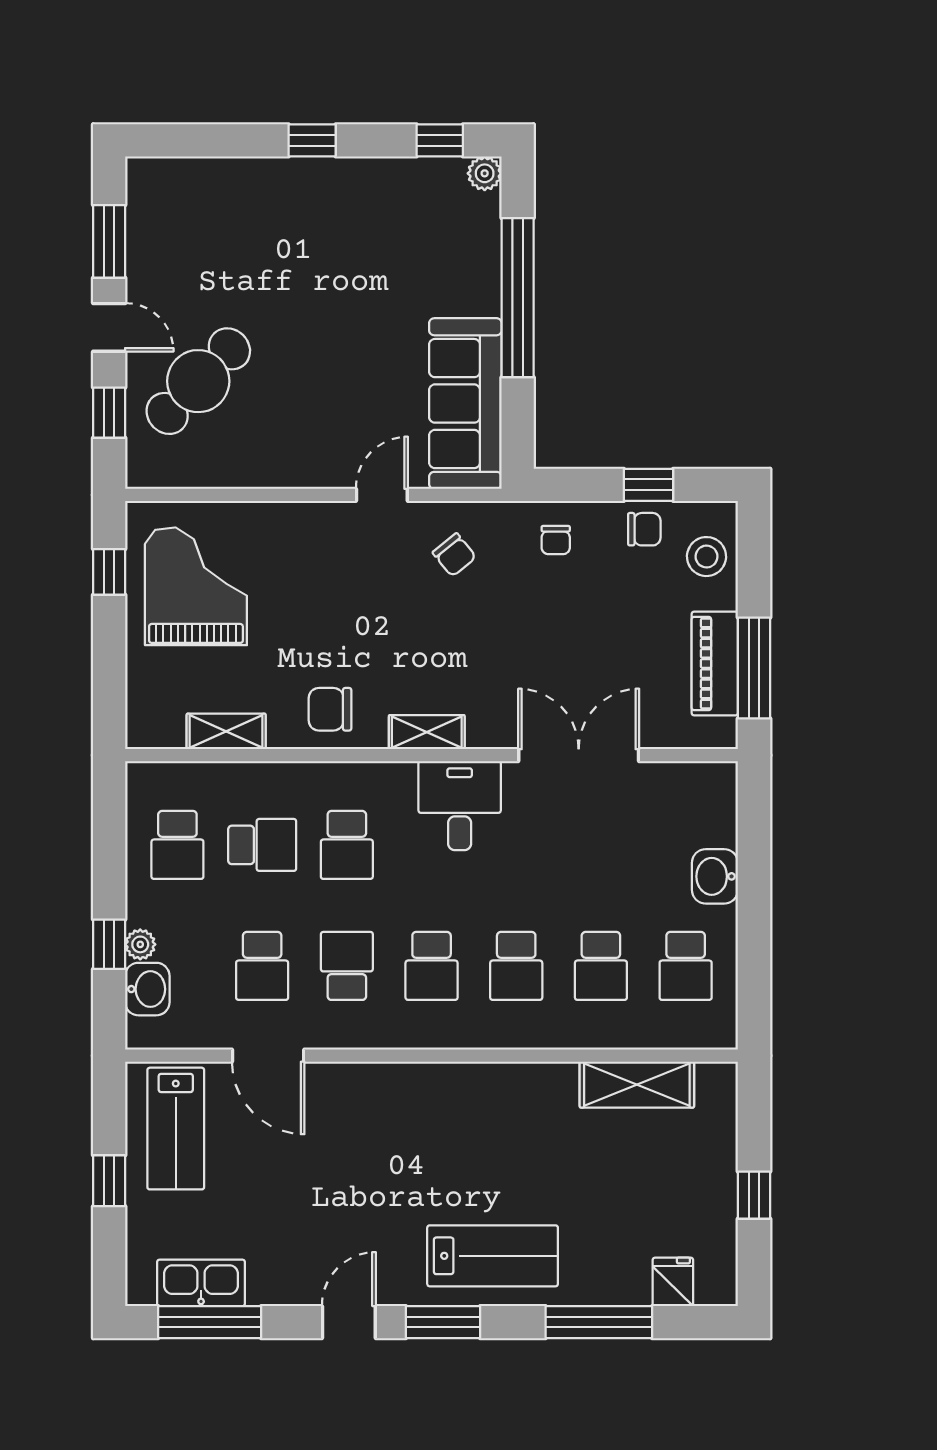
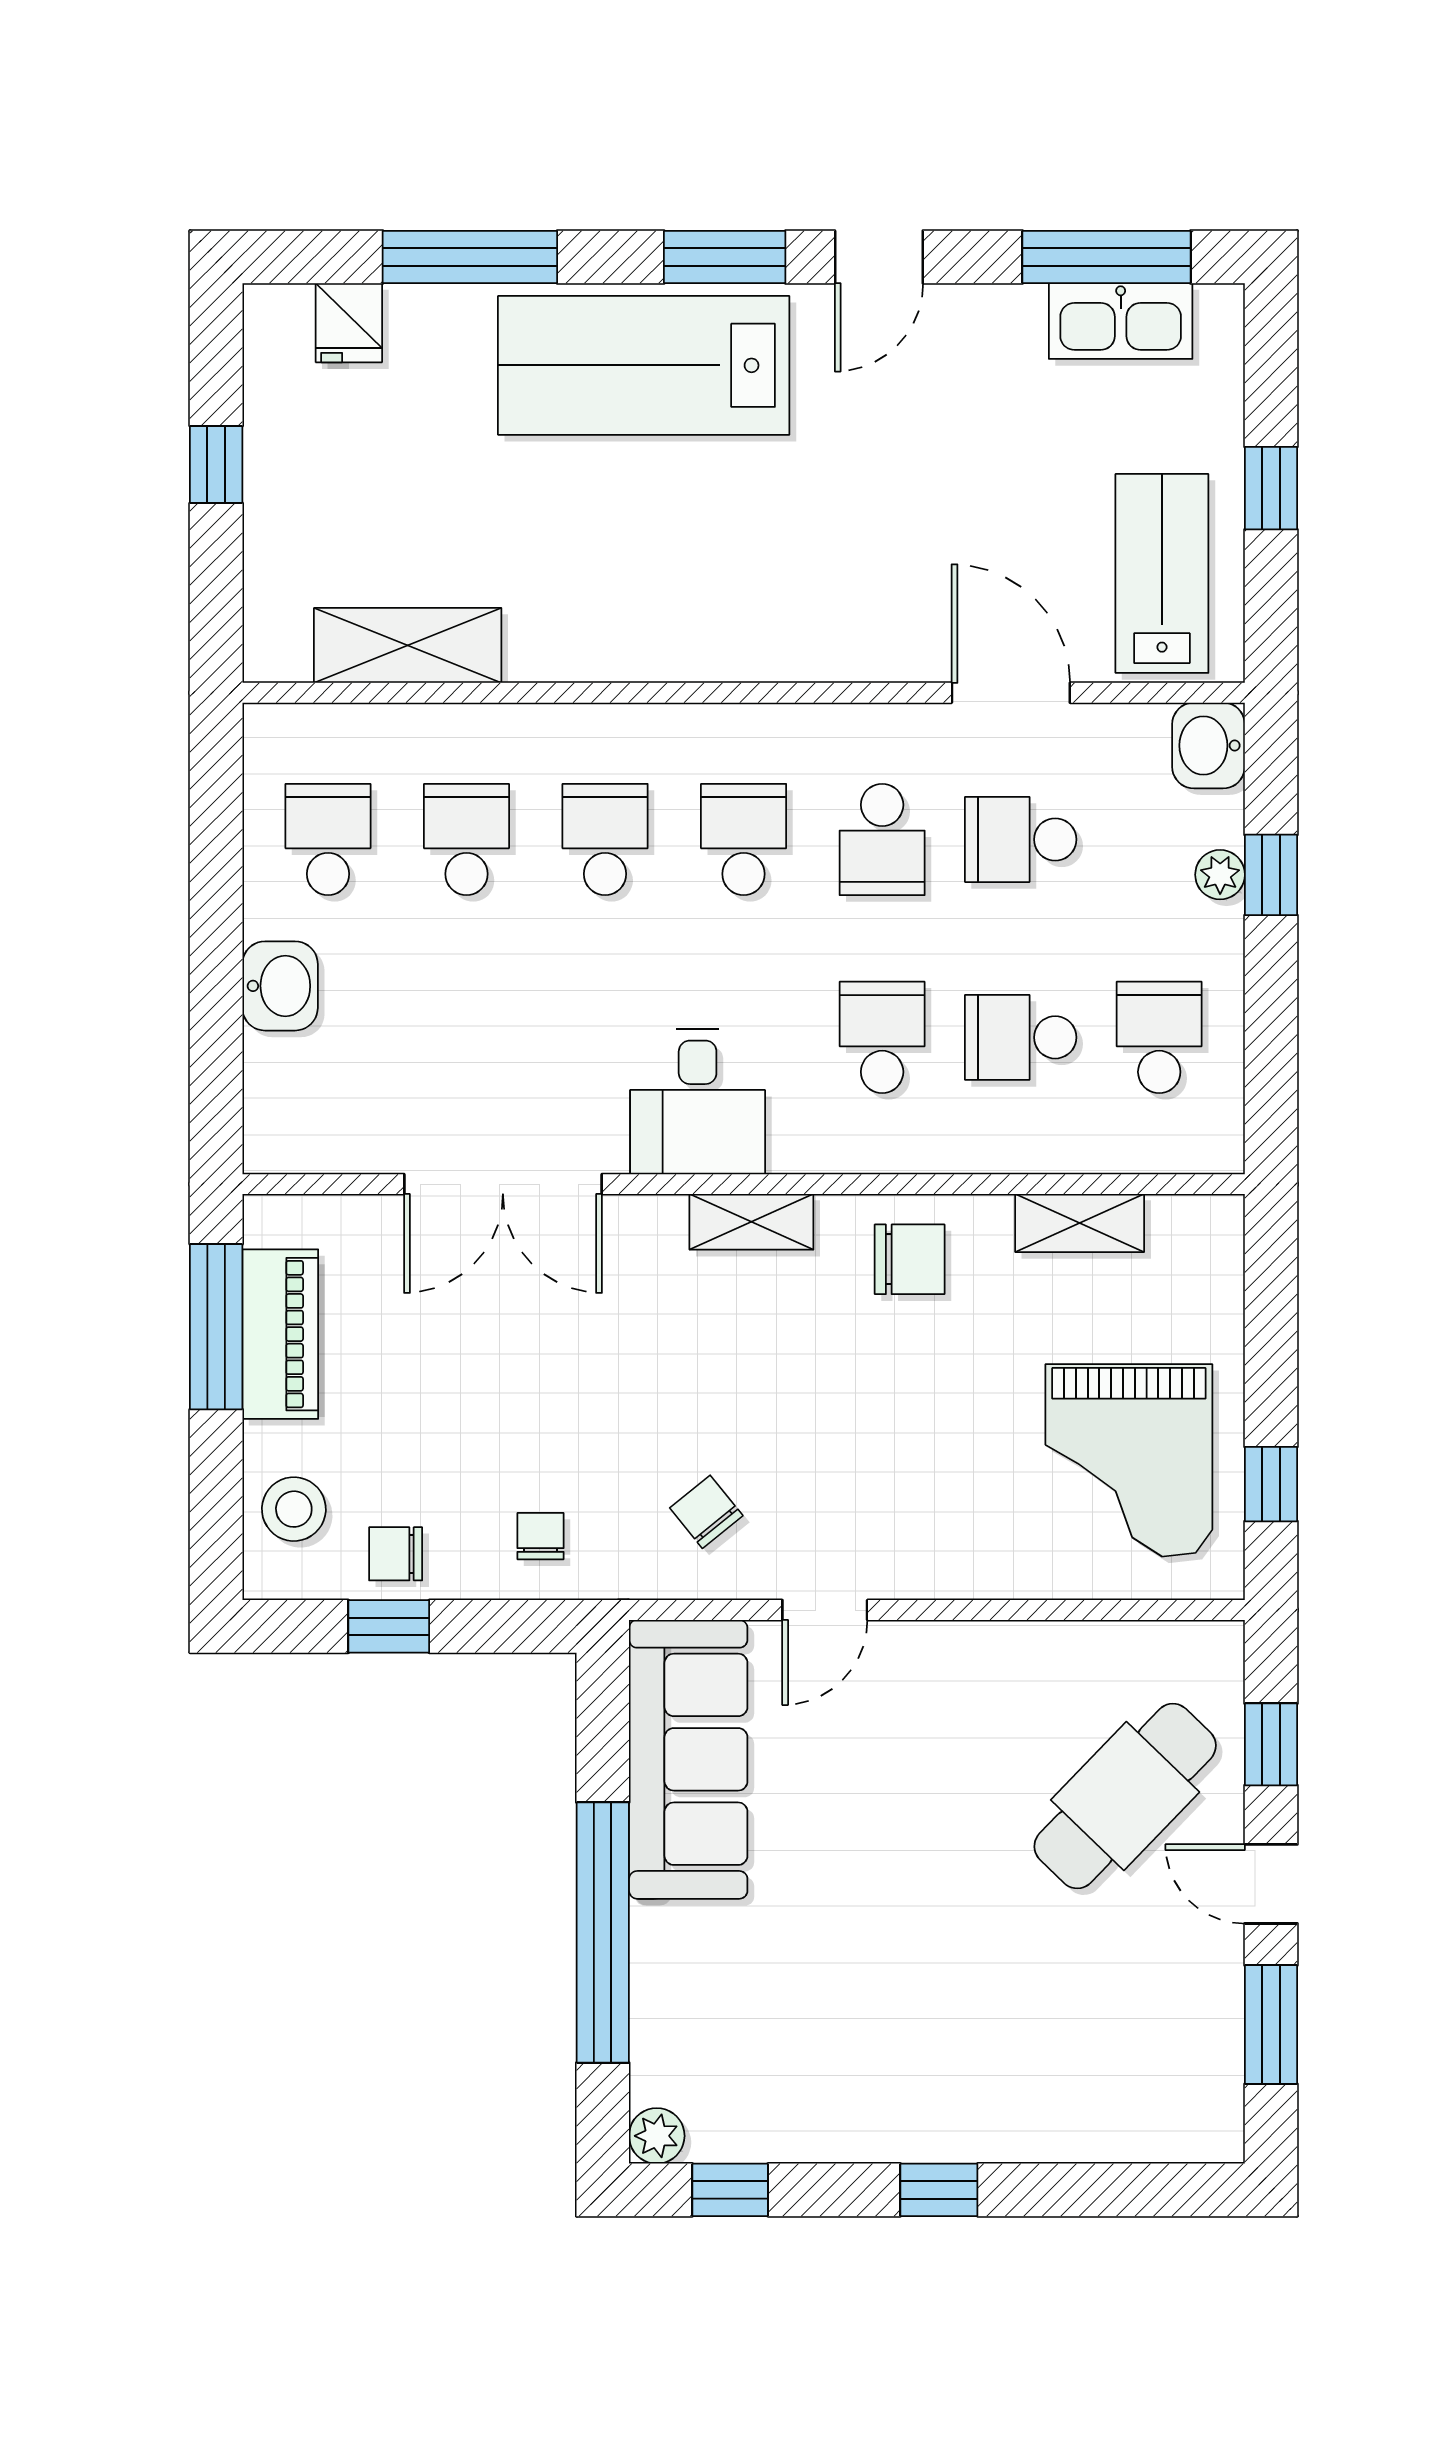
school desk: (262, 966) -> (1021, 839), turned -90
washbasin: (147, 989) -> (1208, 745), moved
lab bench: (493, 1256) -> (644, 365), width x1.36, depth x1.39

